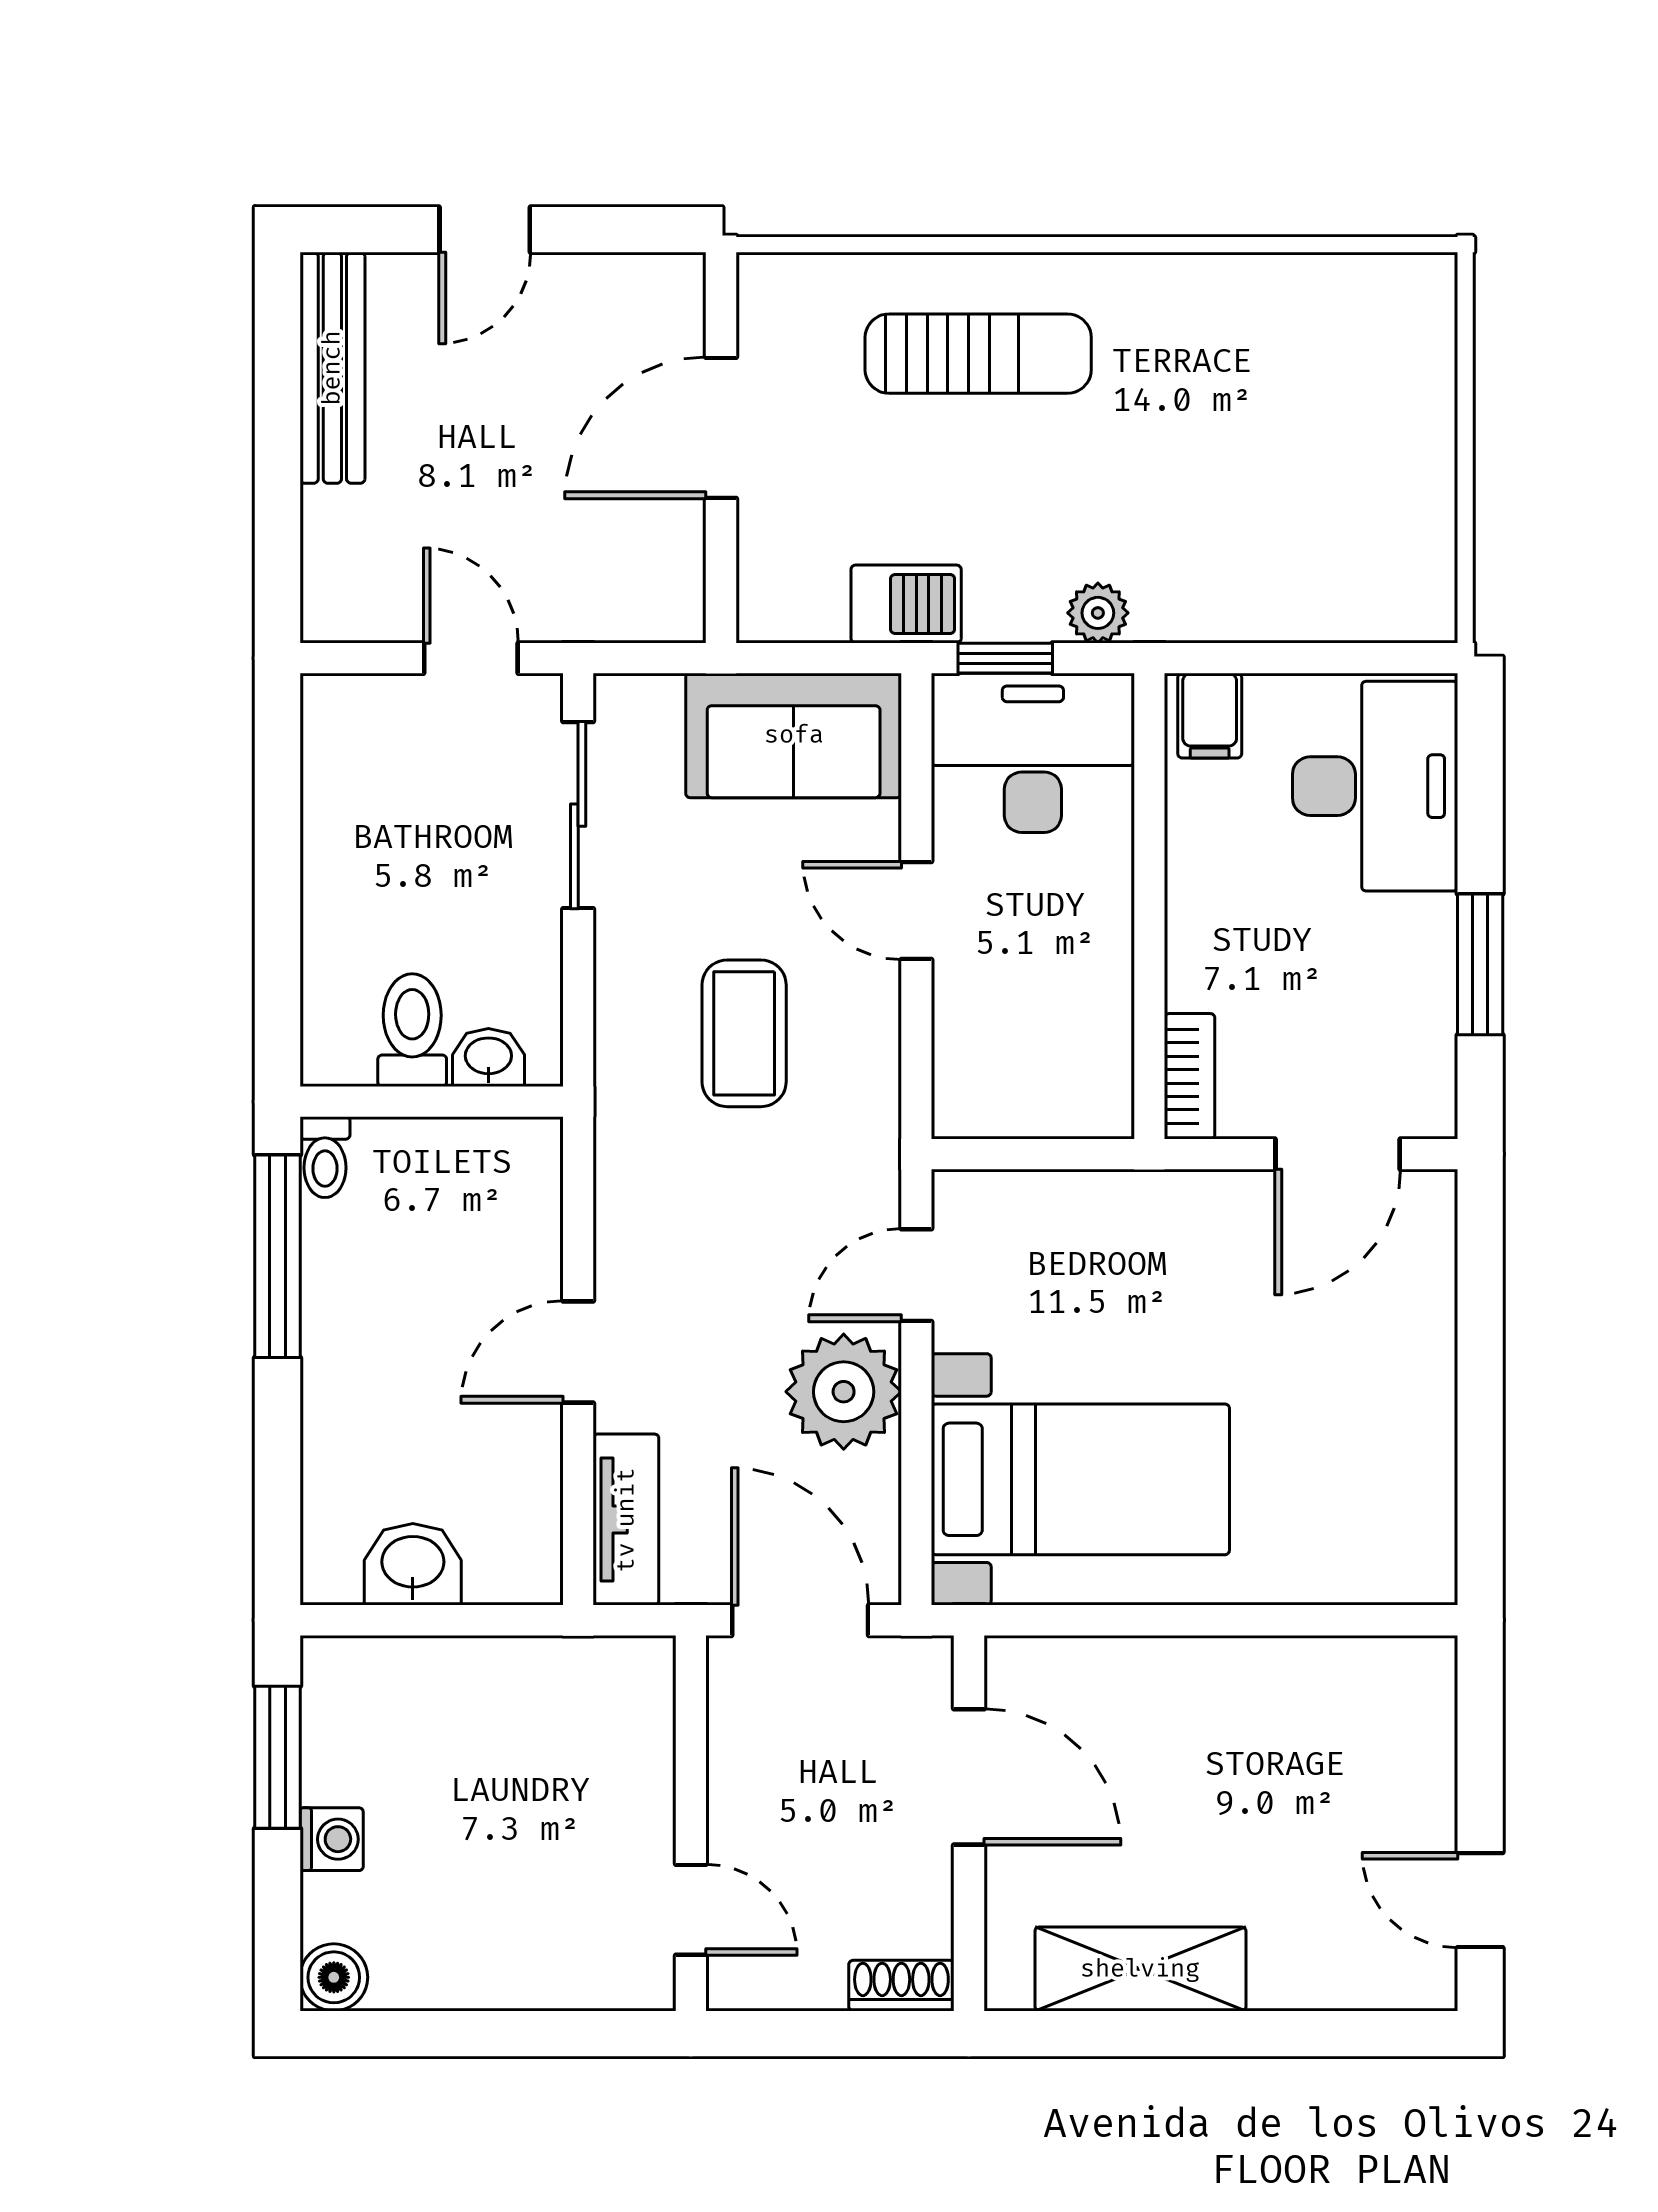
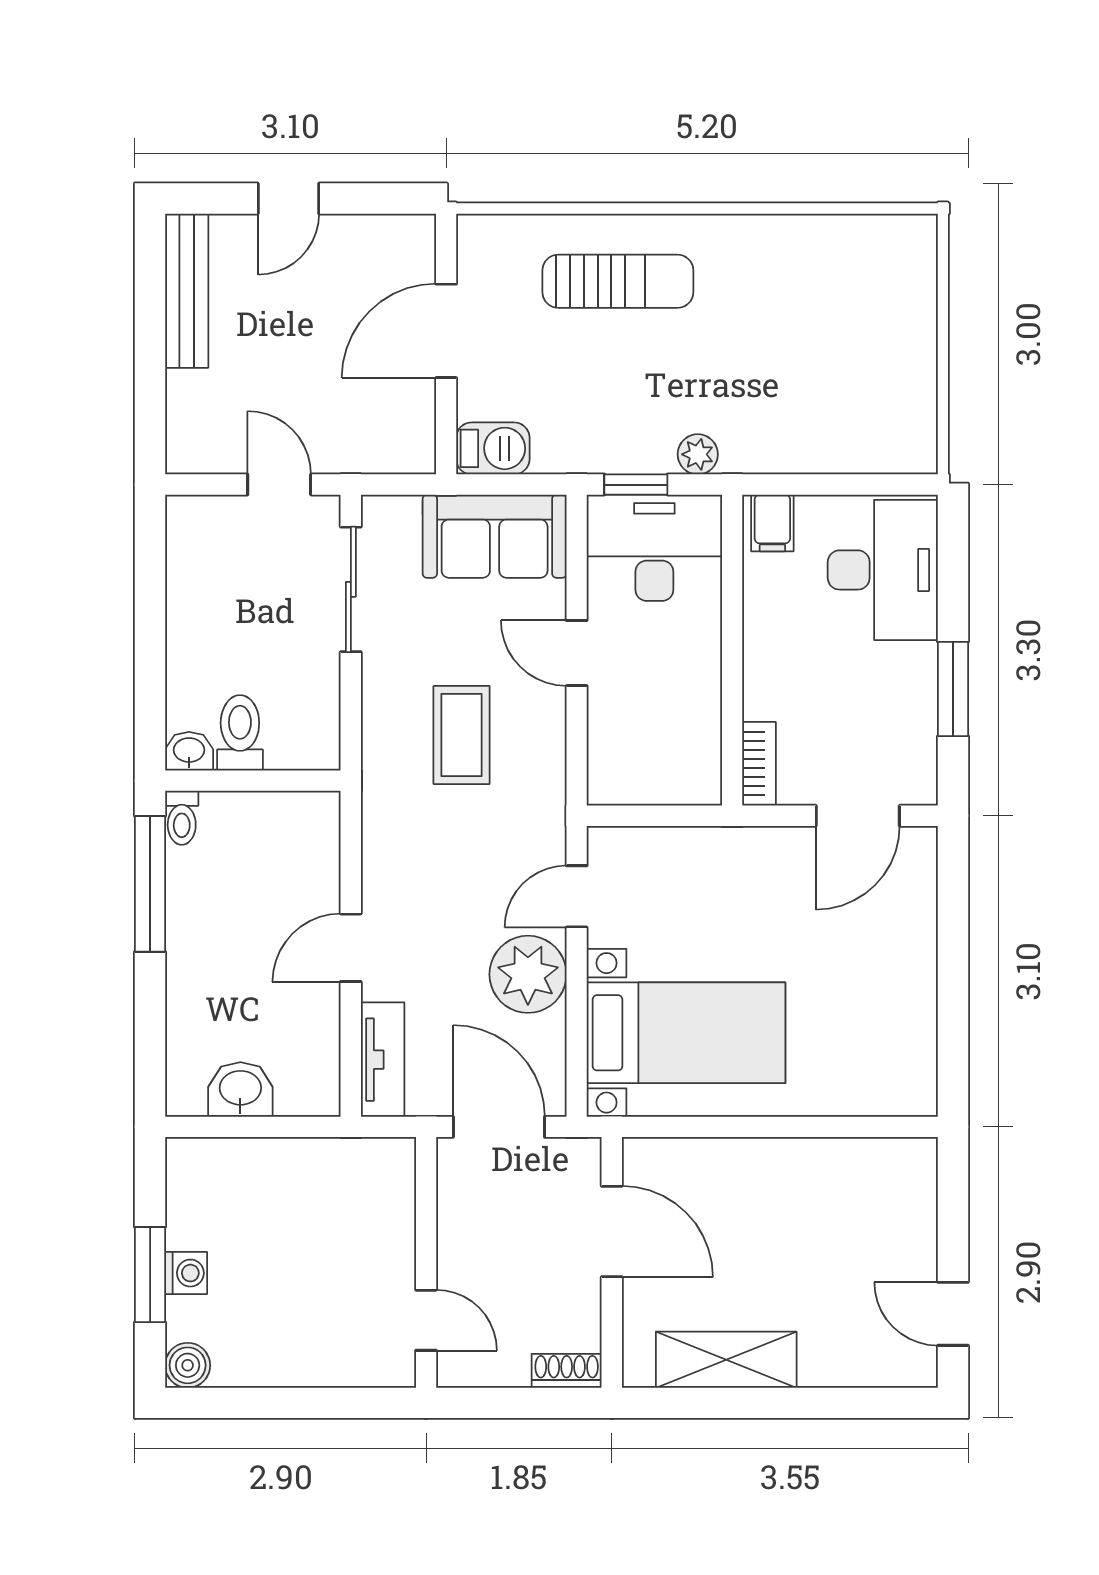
barbecue: (906, 604) -> (493, 448), moved
washbasin: (488, 1058) -> (189, 751), moved
window: (277, 1757) -> (150, 1275), moved

